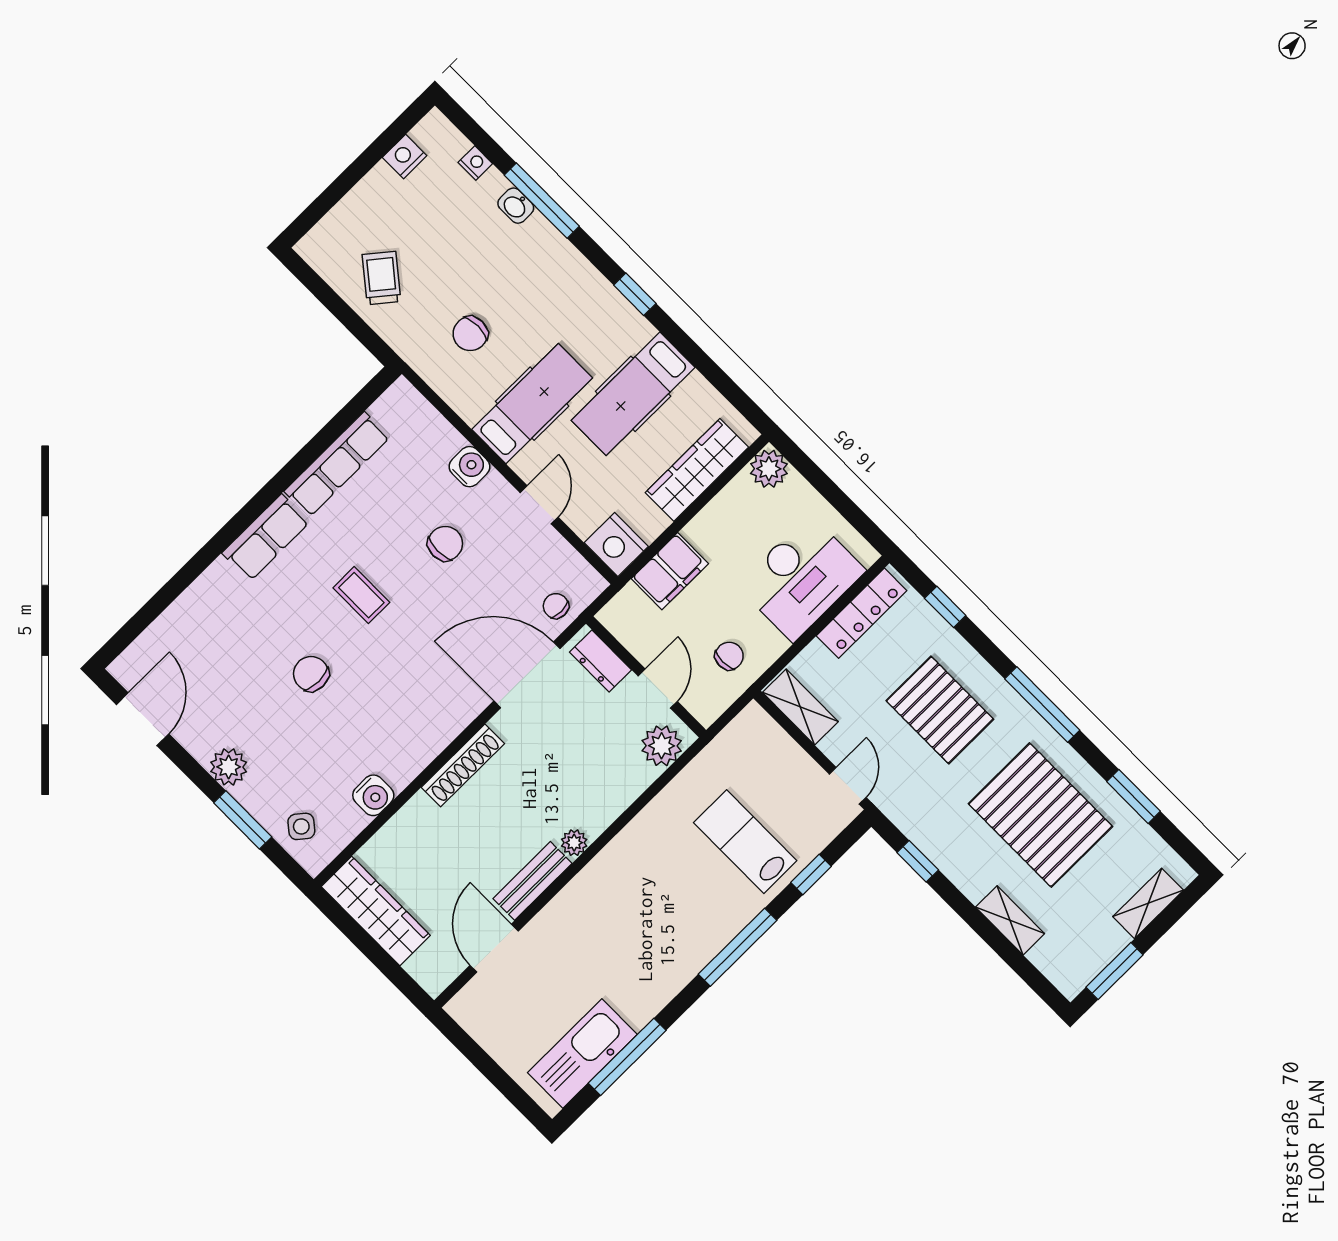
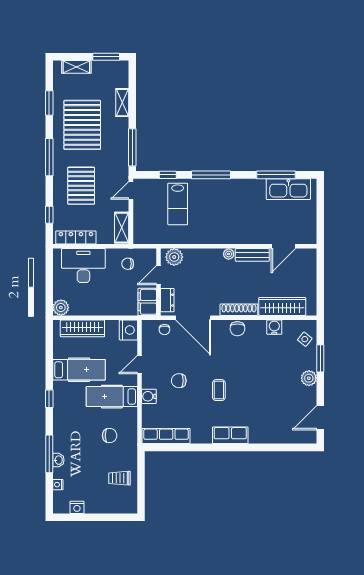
trolley: (382, 278) -> (120, 478), turned 51
row of seats: (337, 464) -> (166, 436), moved
filing cabinet: (670, 571) -> (147, 302), moved, turned -90
chair: (311, 674) -> (237, 329), moved
window: (918, 861) -> (132, 147), width x2.17
wardrobe: (376, 911) -> (282, 306), moved, turned 90

